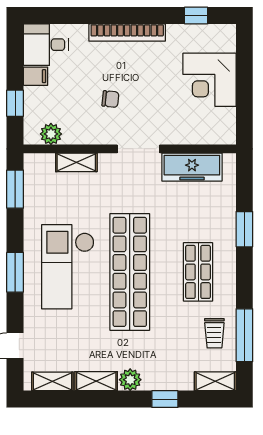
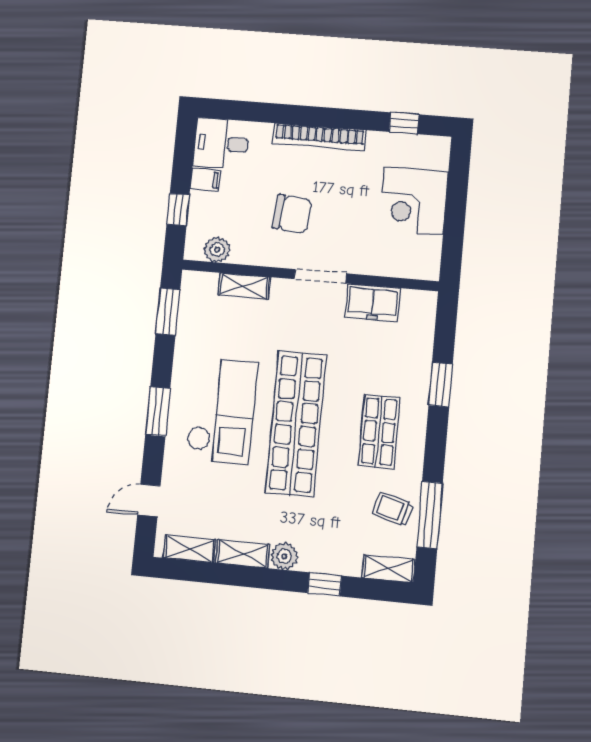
chair: (110, 99) -> (292, 214), width x1.87, depth x1.87
freezer: (192, 167) -> (373, 303), width x0.71
checkout: (68, 267) -> (222, 411), turned 180
trolley: (214, 333) -> (393, 509), turned 106

